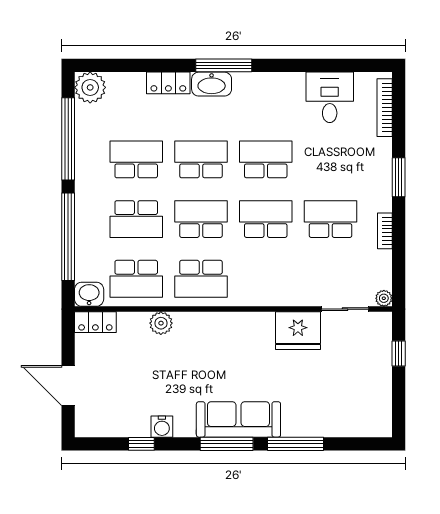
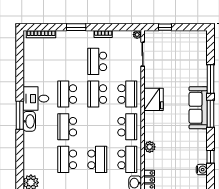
locker: (168, 83) -> (29, 143), removed
desk: (330, 97) -> (36, 99), moved
school desk: (201, 219) -> (127, 94), moved, turned 180
fridge: (298, 331) -> (153, 99), moved
water cooler: (162, 427) -> (202, 170), moved

